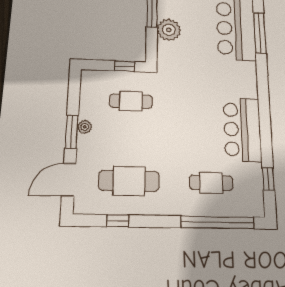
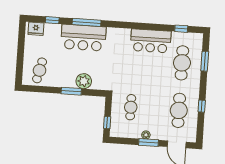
window: (125, 66) -> (107, 123), moved
cafe table: (211, 183) -> (182, 63), width x1.37, depth x1.35
window: (118, 221) -> (202, 106), moved
window: (218, 222) -> (205, 61), width x0.47

